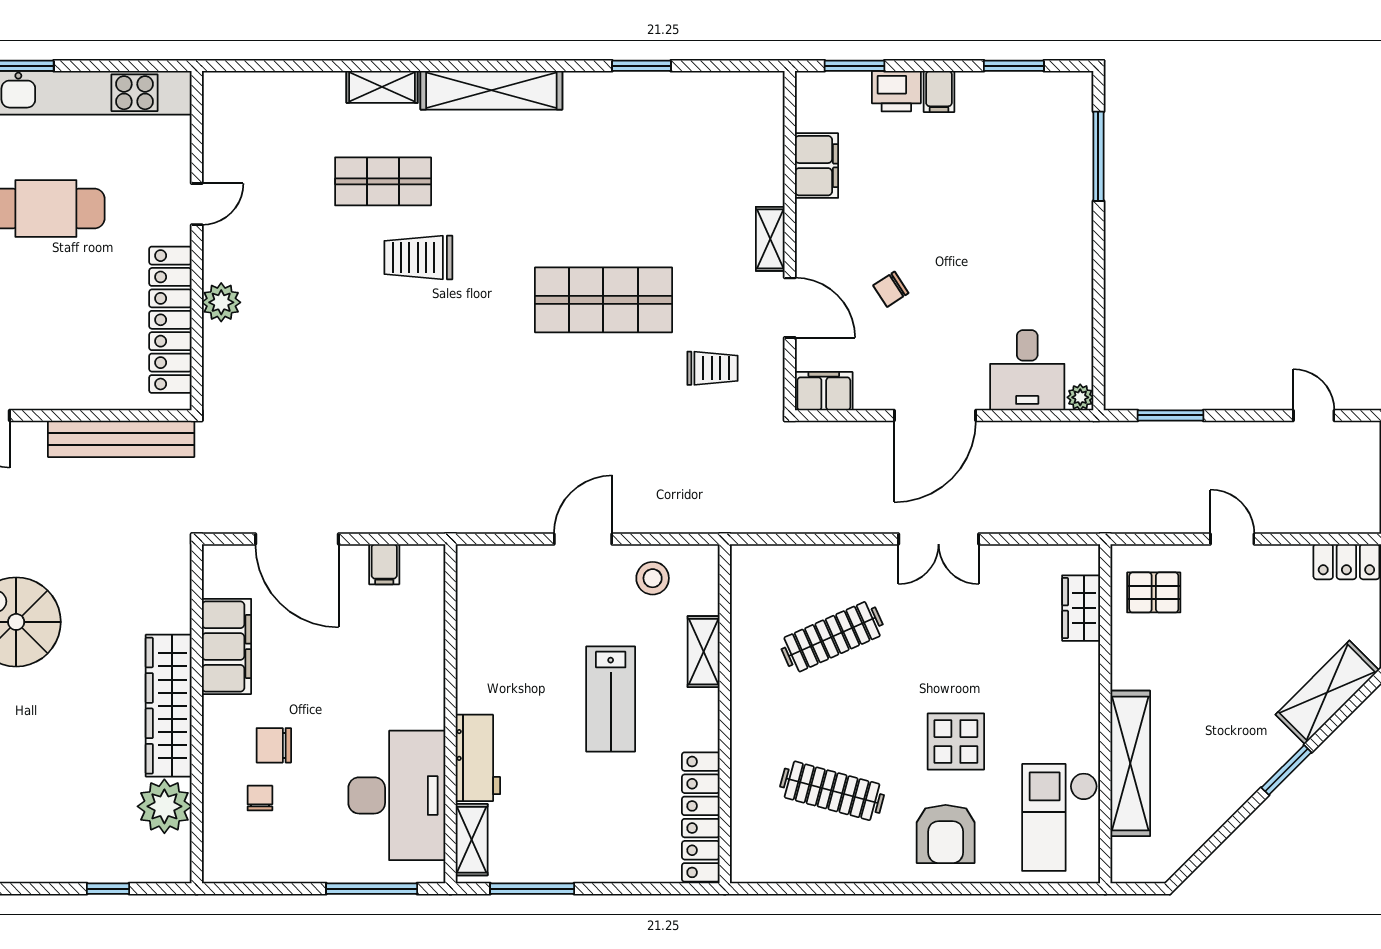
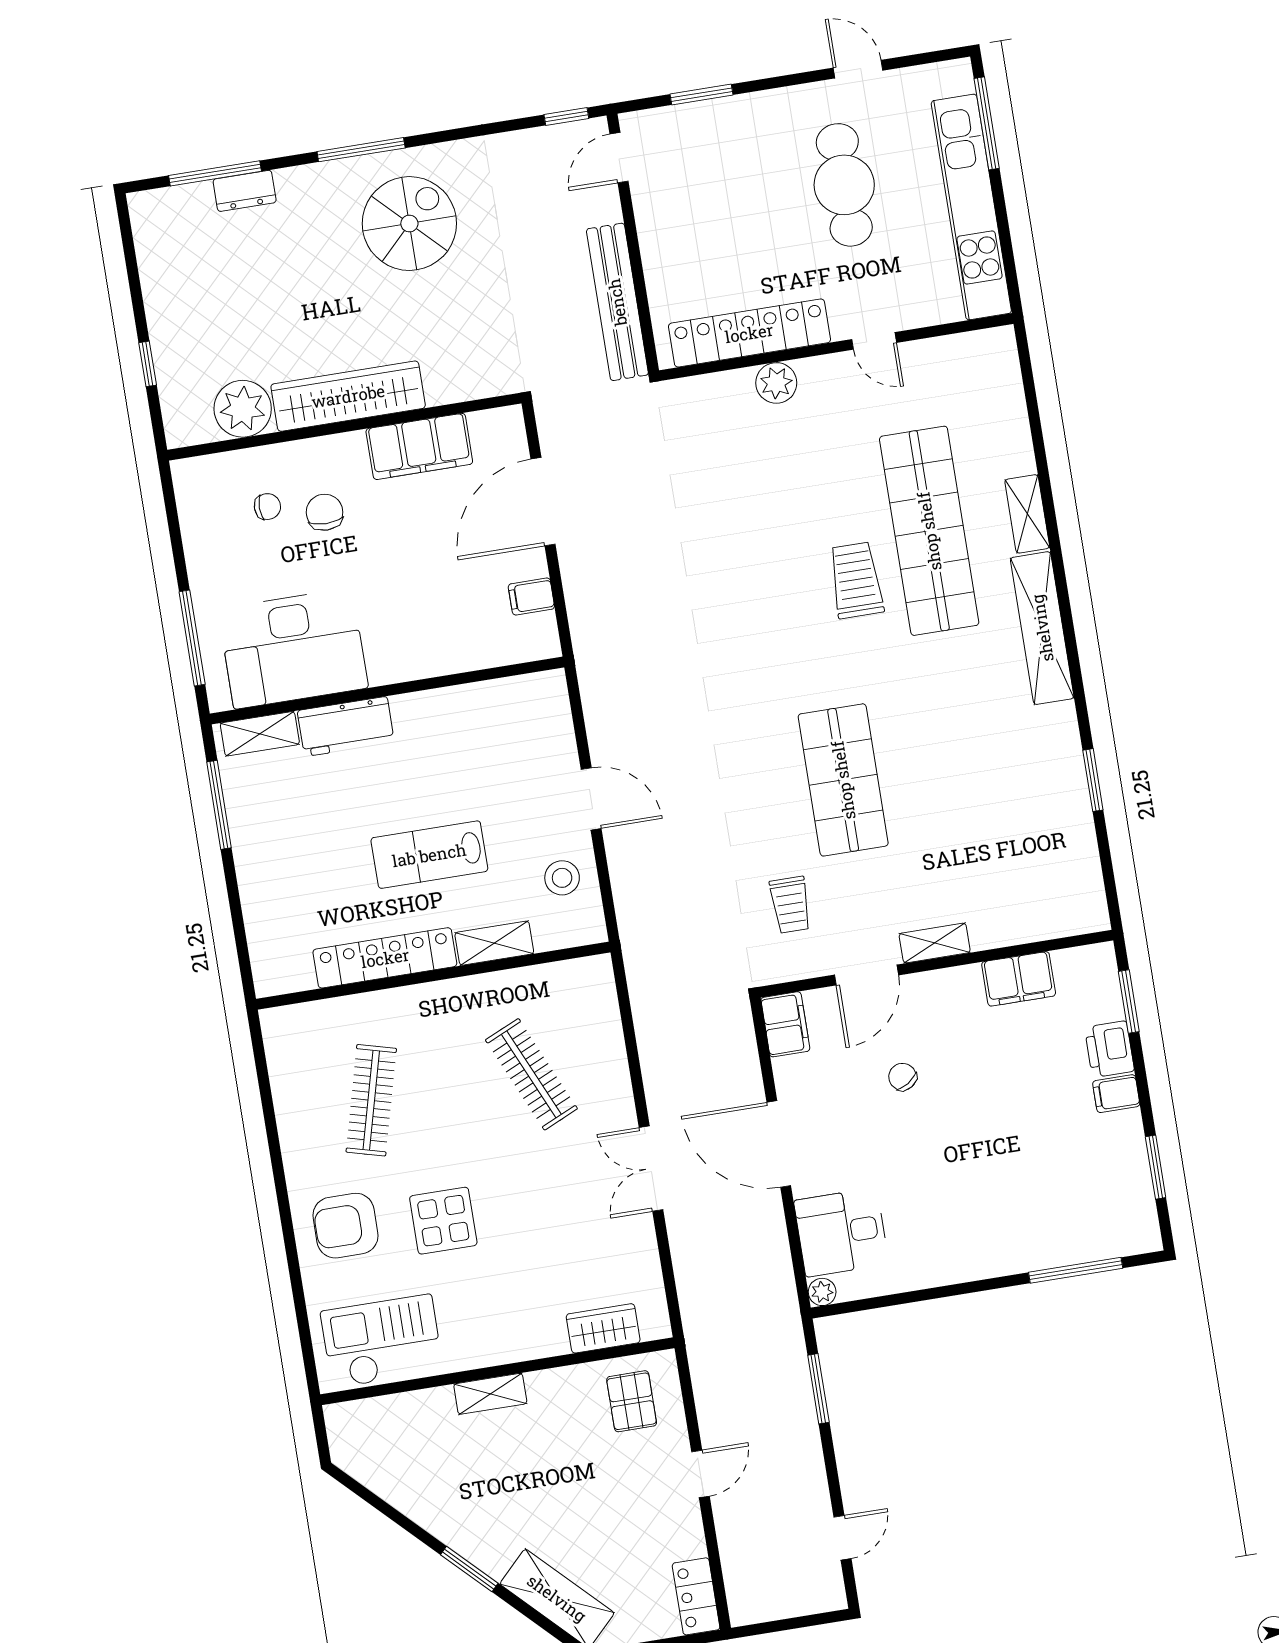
shop shelf: (383, 181) -> (929, 531), width x2.00, depth x1.36
shelving: (1130, 763) -> (490, 1394), width x0.45, depth x0.75
locker: (701, 817) -> (385, 958), moved

